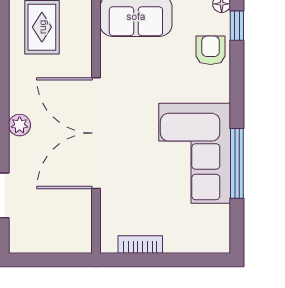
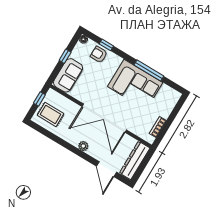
window: (237, 26) -> (106, 45), moved
dresser: (51, 239) -> (135, 160), added

